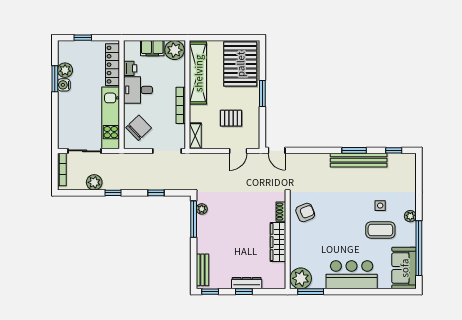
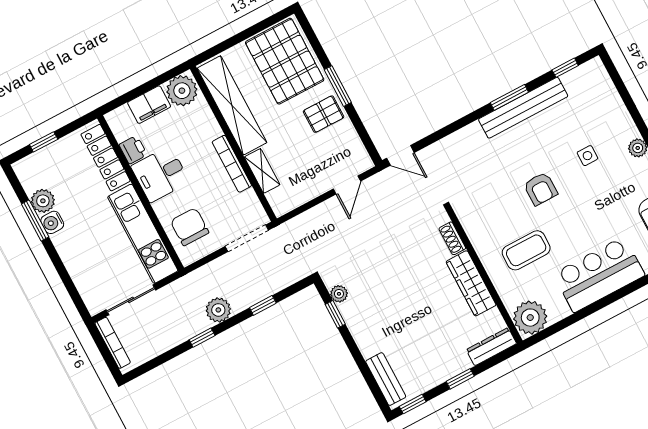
pallet: (231, 118) -> (324, 114), moved
chair: (139, 128) -> (190, 227), turned -46
shelving: (195, 136) -> (262, 171), moved
plant: (94, 182) -> (218, 310), moved
armchair: (305, 212) -> (541, 189), moved, turned 112
window: (194, 219) -> (335, 314), width x0.46
coffee table: (380, 230) -> (526, 250), moved
dresser: (247, 283) -> (491, 347), moved
window: (311, 292) -> (554, 329), removed

